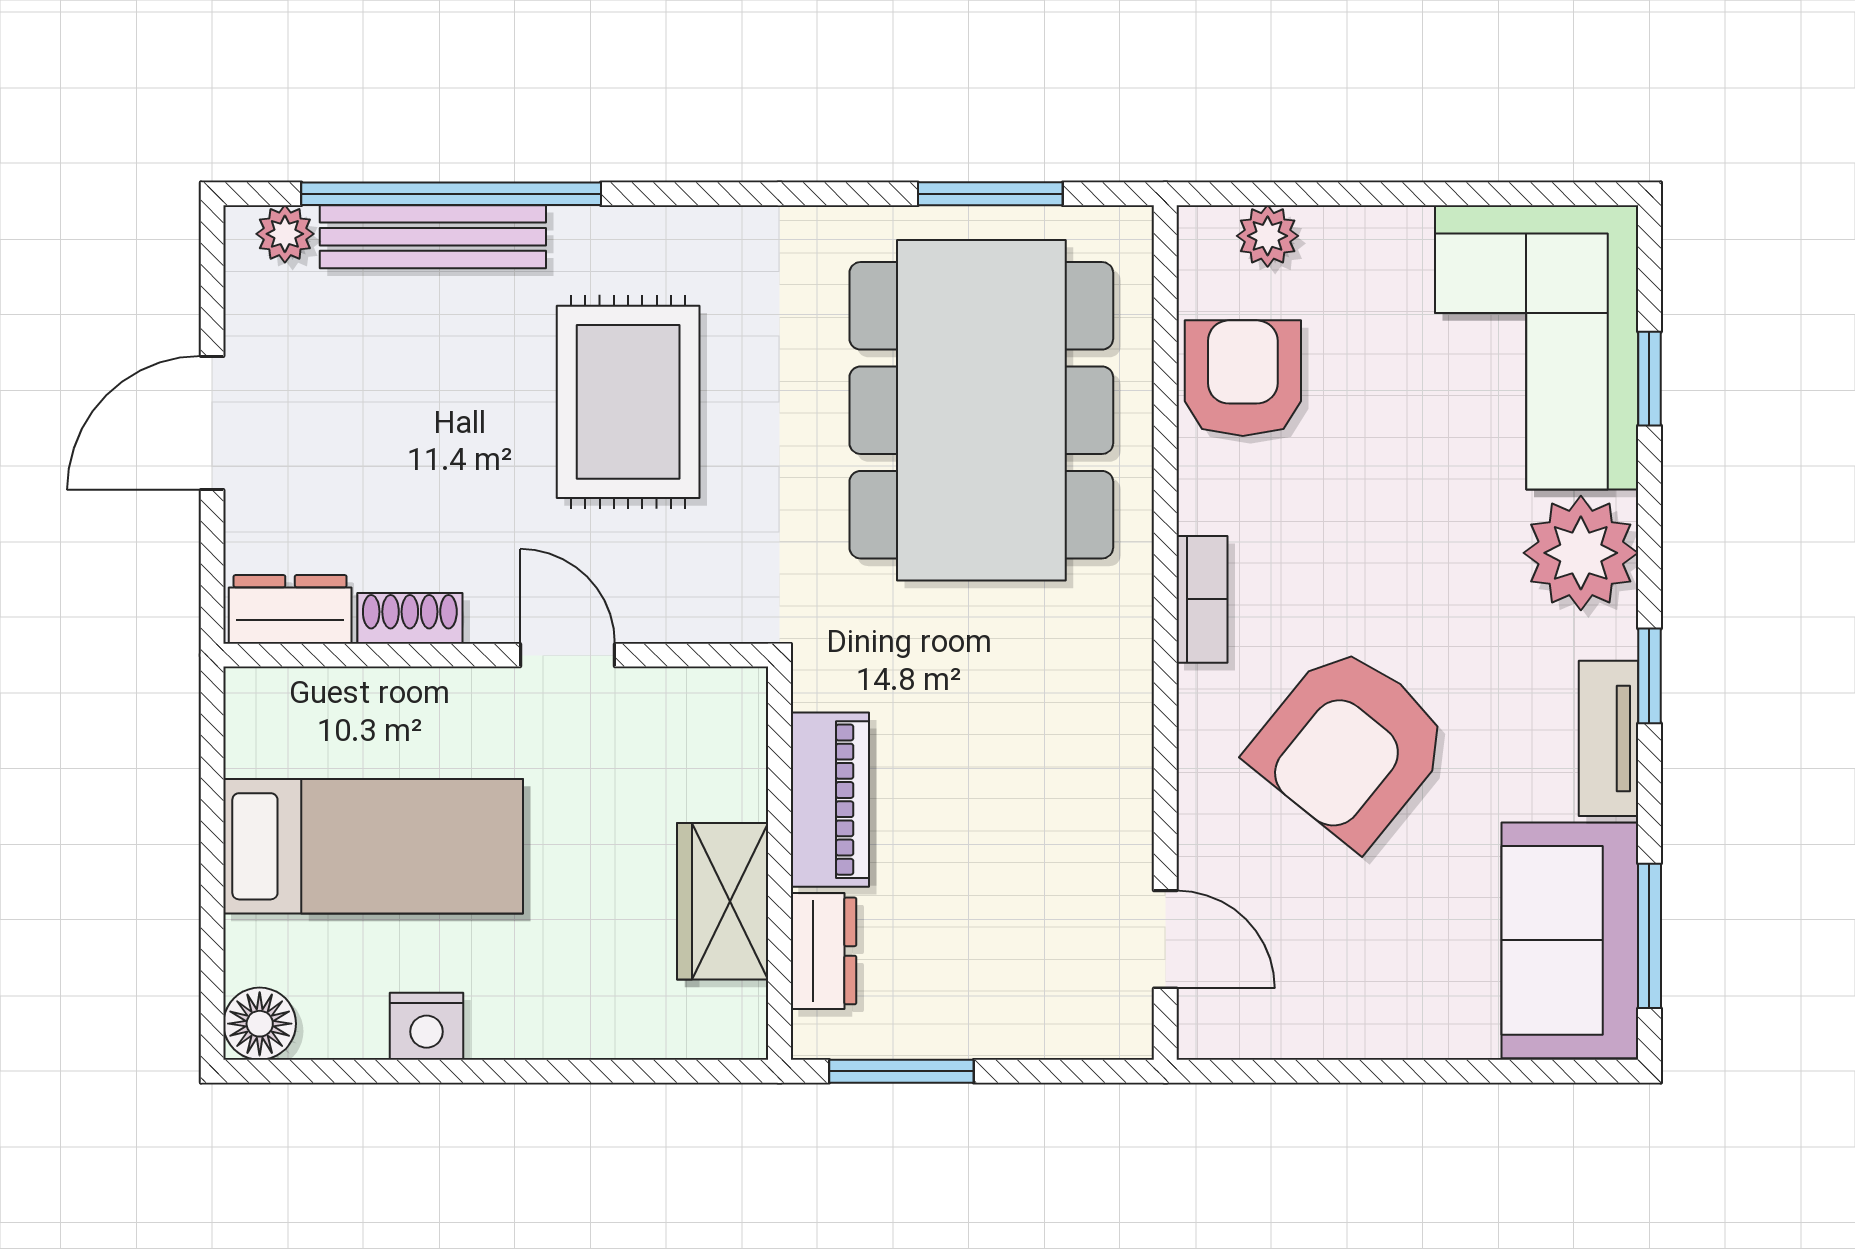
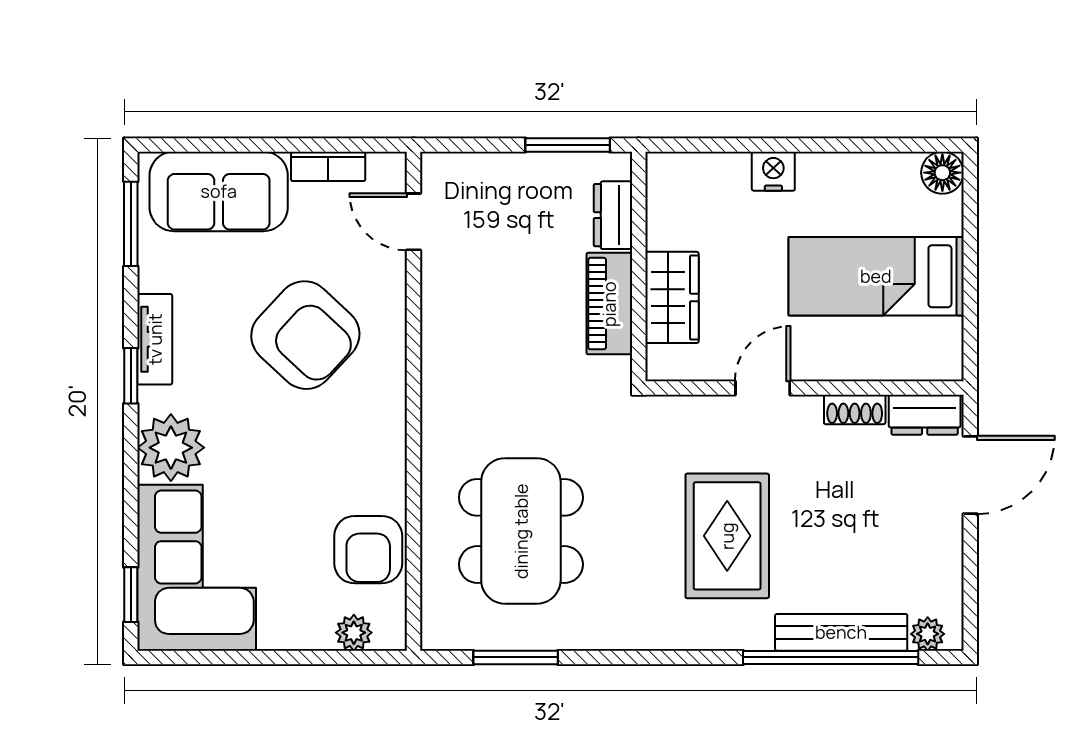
window: (1649, 379) -> (131, 595), moved
dining table: (981, 410) -> (521, 531), width x0.73, depth x0.80
door: (212, 423) -> (970, 475), moved
bookcase: (1202, 599) -> (328, 166), moved, turned -90
door: (568, 655) -> (763, 388), swing flipped
armchair: (1350, 746) -> (305, 335), turned 94
wardrobe: (723, 901) -> (672, 297), moved
sofa: (1570, 940) -> (219, 191), moved, turned 90
nightstand: (427, 1026) -> (773, 171), moved

